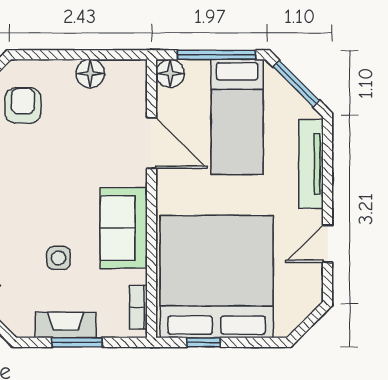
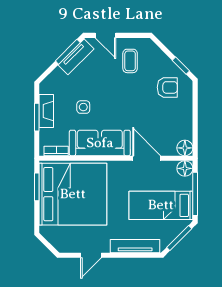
floor lamp: (90, 73) -> (185, 148), moved
door: (151, 143) -> (147, 158), swing flipped
sofa: (124, 228) -> (100, 143), width x1.36
door: (328, 244) -> (91, 255), swing flipped
window: (204, 342) -> (37, 187), width x1.50

